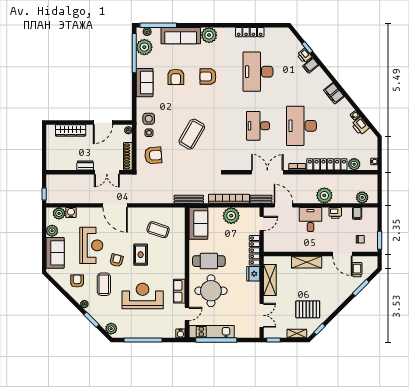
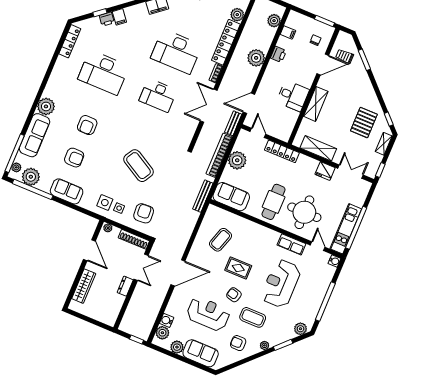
locker: (250, 32) -> (70, 41), moved
desk: (310, 220) -> (293, 96), moved, turned 180
fridge: (253, 274) -> (325, 171), moved

